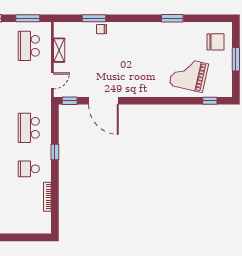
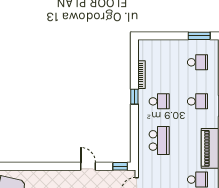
door: (103, 101) -> (88, 166), width x0.53
window: (55, 152) -> (134, 97), moved

